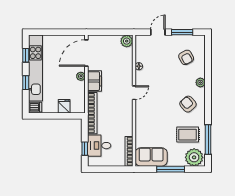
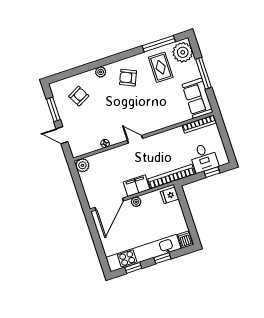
door: (86, 53) -> (109, 204), hinge flipped
armchair: (188, 104) -> (128, 78), turned 66
fridge: (64, 106) -> (170, 195), moved

